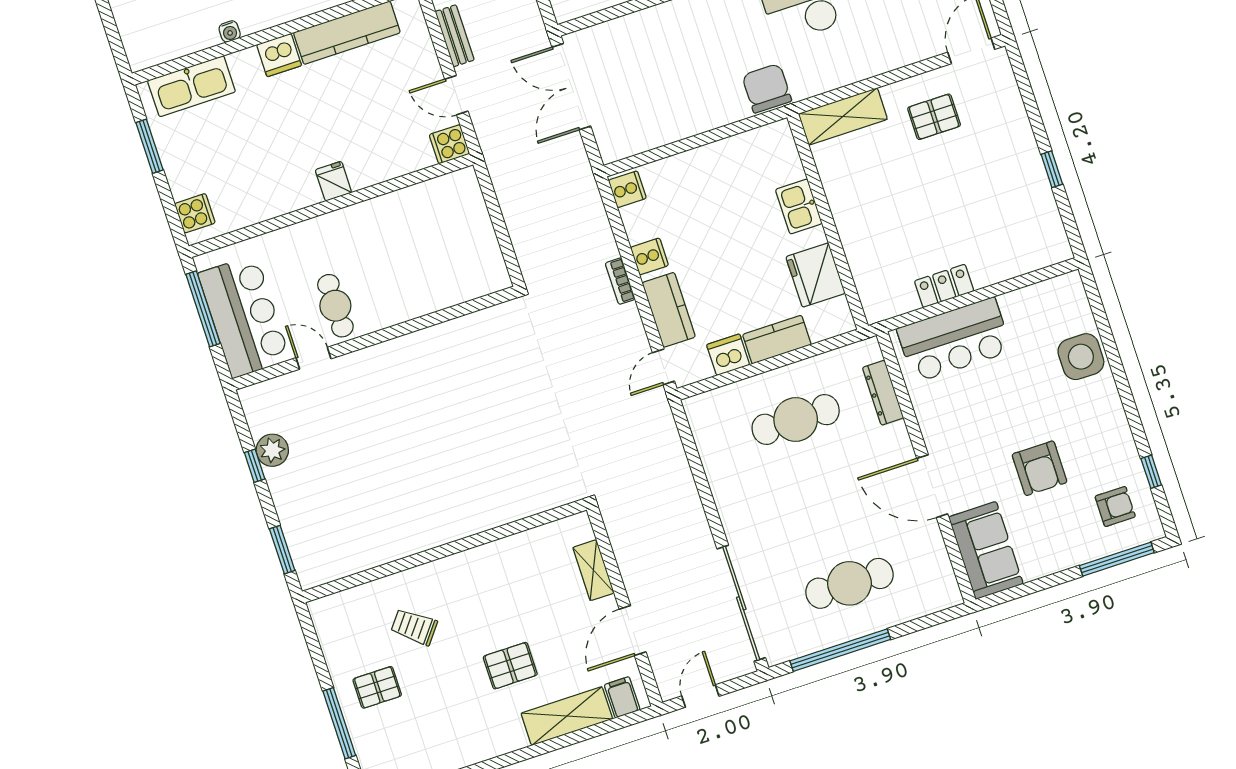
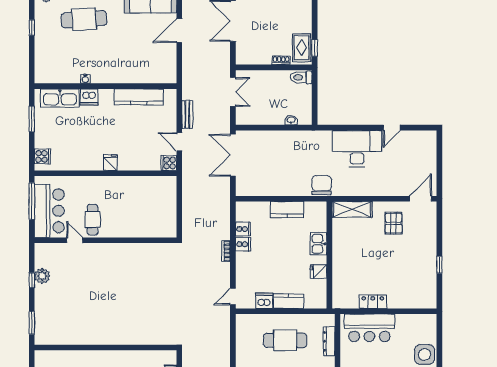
dishwasher: (279, 55) -> (89, 97), moved
pallet: (934, 117) -> (394, 223), turned 90
cooker: (627, 189) -> (243, 229), moved
fridge: (815, 275) -> (319, 271), width x0.53, depth x0.75
kitchen counter: (669, 310) -> (287, 210), moved, turned 90

